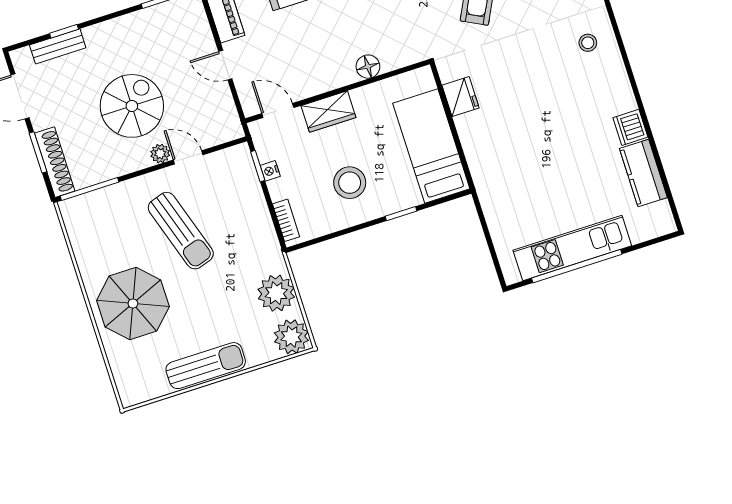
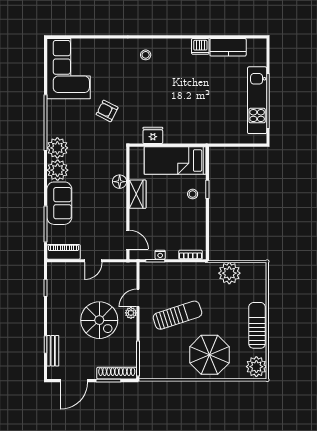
spiral stairs: (132, 106) -> (99, 320), turned 180
door: (278, 110) -> (128, 240), swing flipped
wardrobe: (328, 112) -> (138, 194), moved
stool: (350, 183) -> (193, 194), moved, width x0.53, depth x0.53
plant: (291, 337) -> (256, 367), moved

